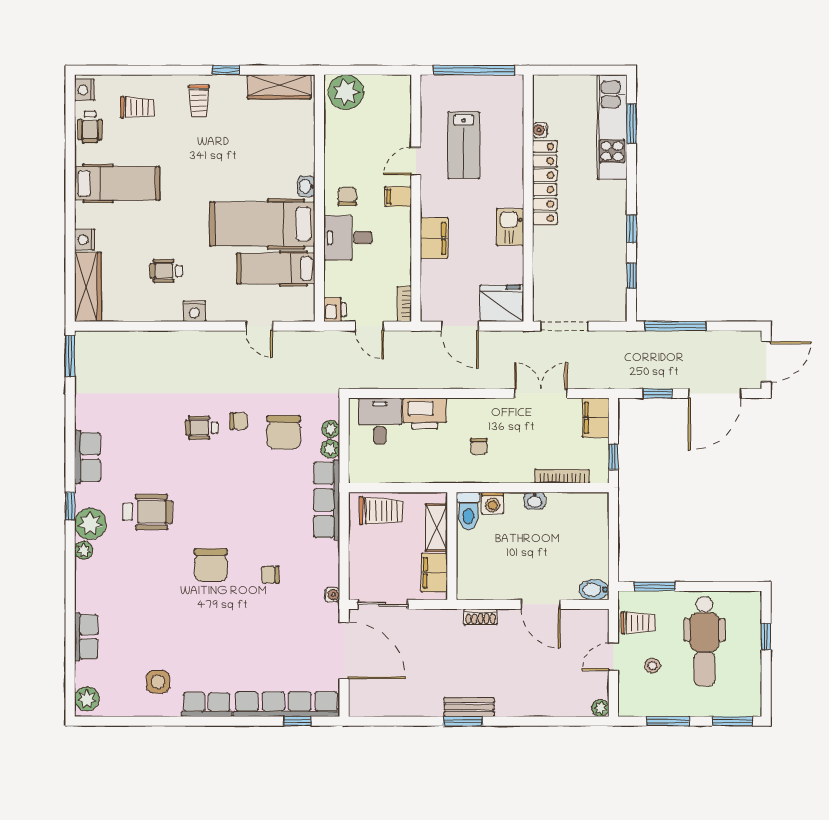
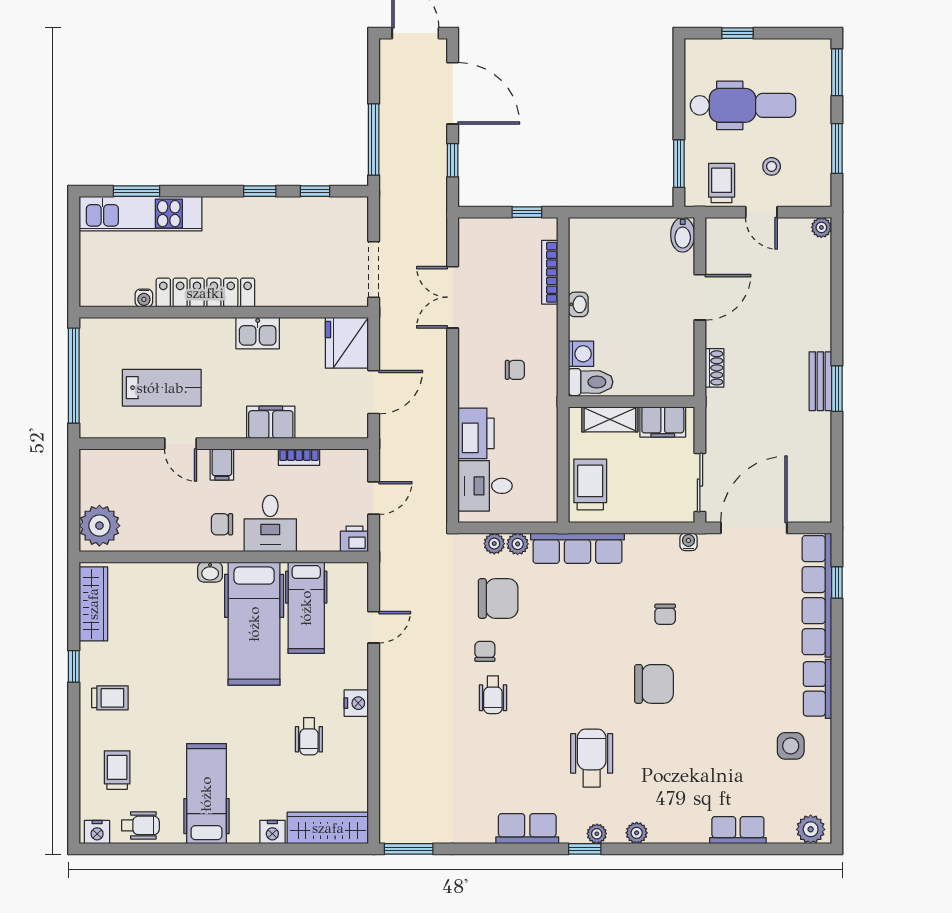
bookcase: (404, 304) -> (299, 457), moved
filing cabinet: (596, 418) -> (481, 233), removed
plant: (90, 524) -> (597, 834), width x0.53, depth x0.53

